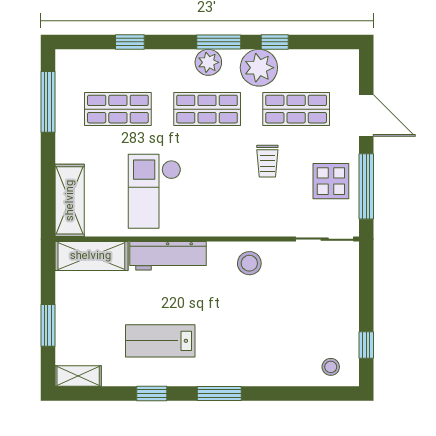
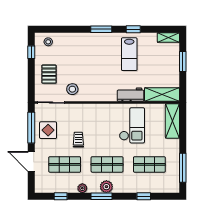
window: (275, 42) -> (61, 196), moved
plant: (259, 68) -> (82, 188), width x0.53, depth x0.53
workbench: (168, 256) -> (131, 95), width x0.73
stool: (249, 263) -> (72, 89), moved
pallet: (329, 299) -> (49, 74), added
lab bench: (160, 341) -> (129, 54), turned 90

